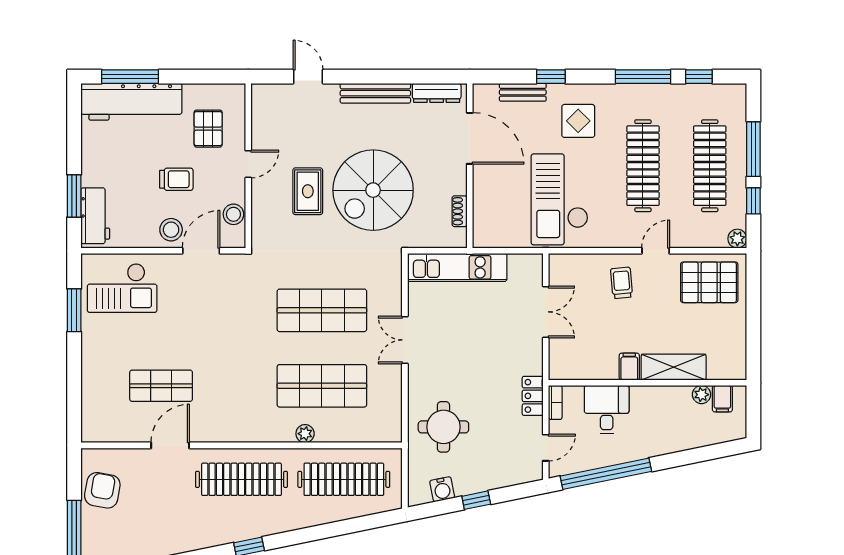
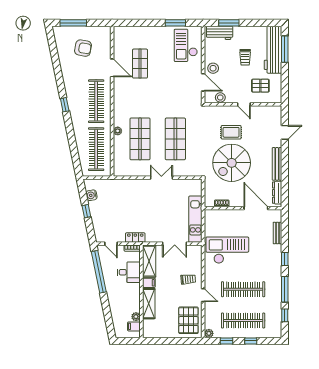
window: (551, 77) -> (285, 259), moved
display table: (578, 121) -> (264, 259), removed
door: (470, 138) -> (256, 208), swing flipped
window: (753, 149) -> (251, 341), width x0.46
trolley: (176, 179) -> (245, 57), moved
spiral stairs: (373, 190) -> (232, 163), turned -90
kitchen unit: (457, 267) -> (195, 219), moved
shelving: (583, 366) -> (149, 261), added
round table: (443, 427) -> (121, 196), removed
armchair: (102, 490) -> (83, 48), moved

